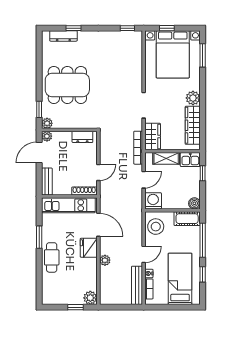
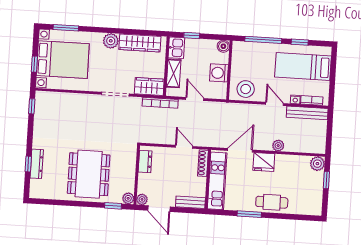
dresser: (63, 36) -> (37, 164), moved
washing machine: (153, 201) -> (219, 73), moved
cot: (187, 219) -> (239, 55), removed

